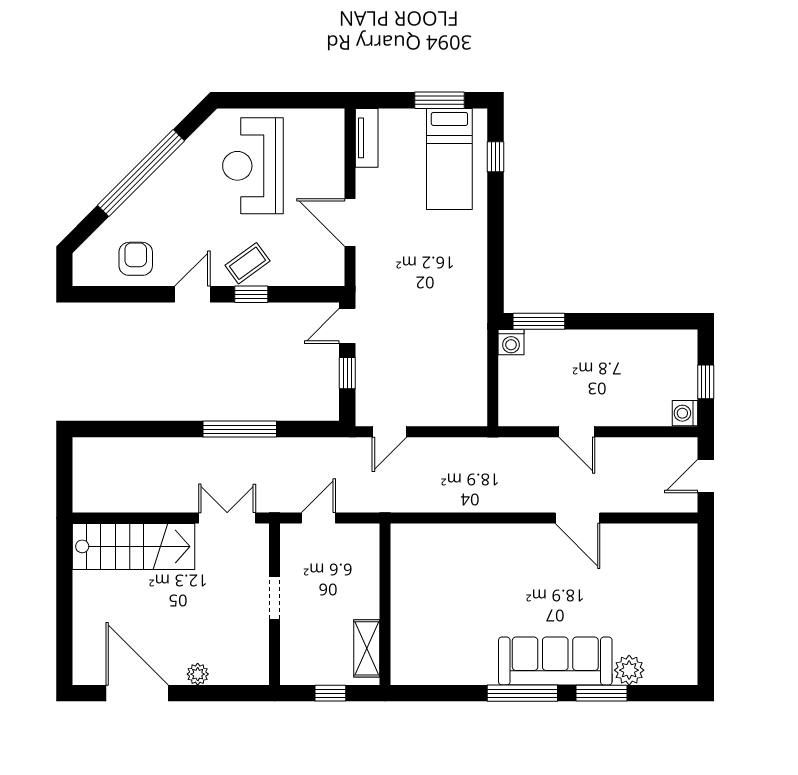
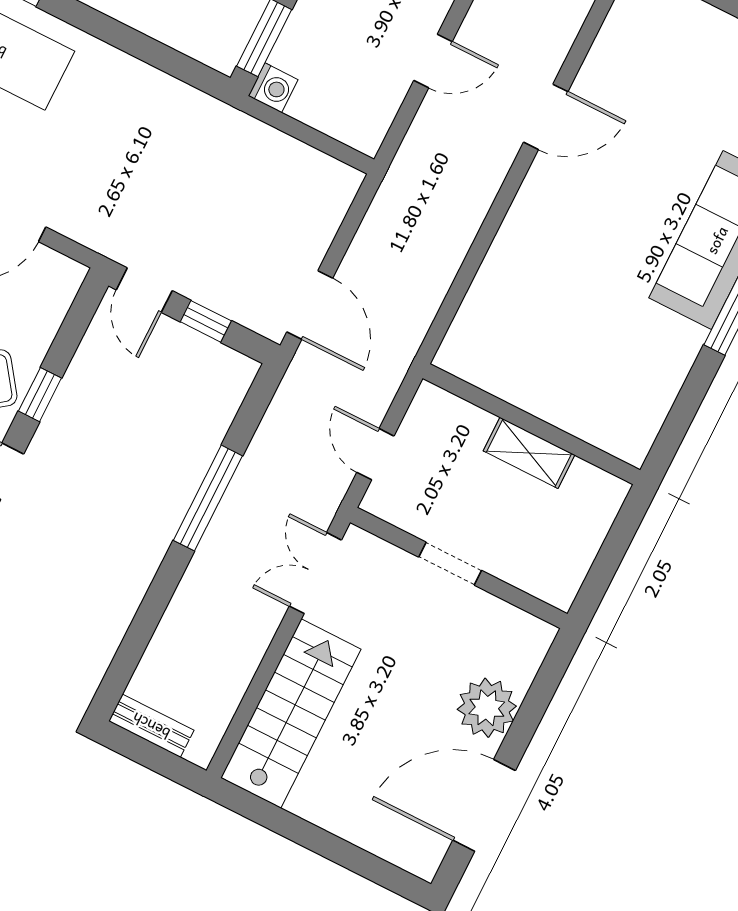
door: (389, 432) -> (310, 305), width x1.38
bench: (83, 465) -> (151, 726), added
shelving: (367, 648) -> (529, 453), moved
plant: (198, 674) -> (487, 708), width x1.88, depth x1.88
window: (330, 693) -> (611, 554), removed

